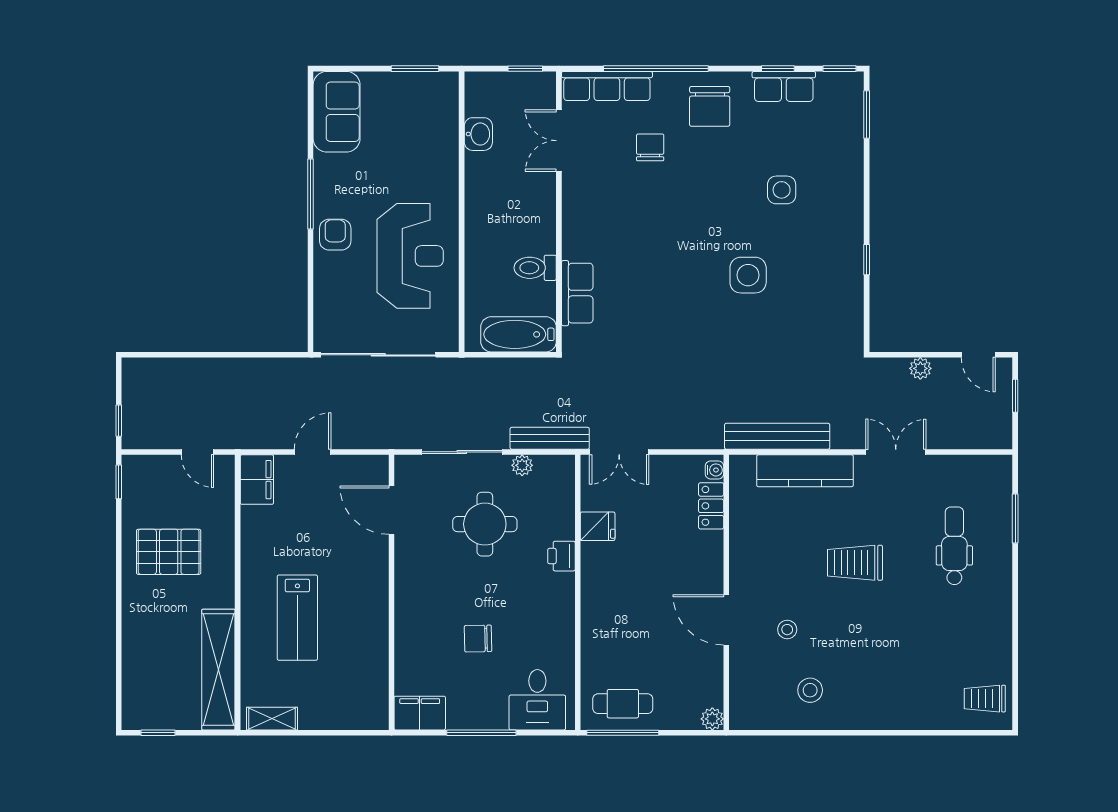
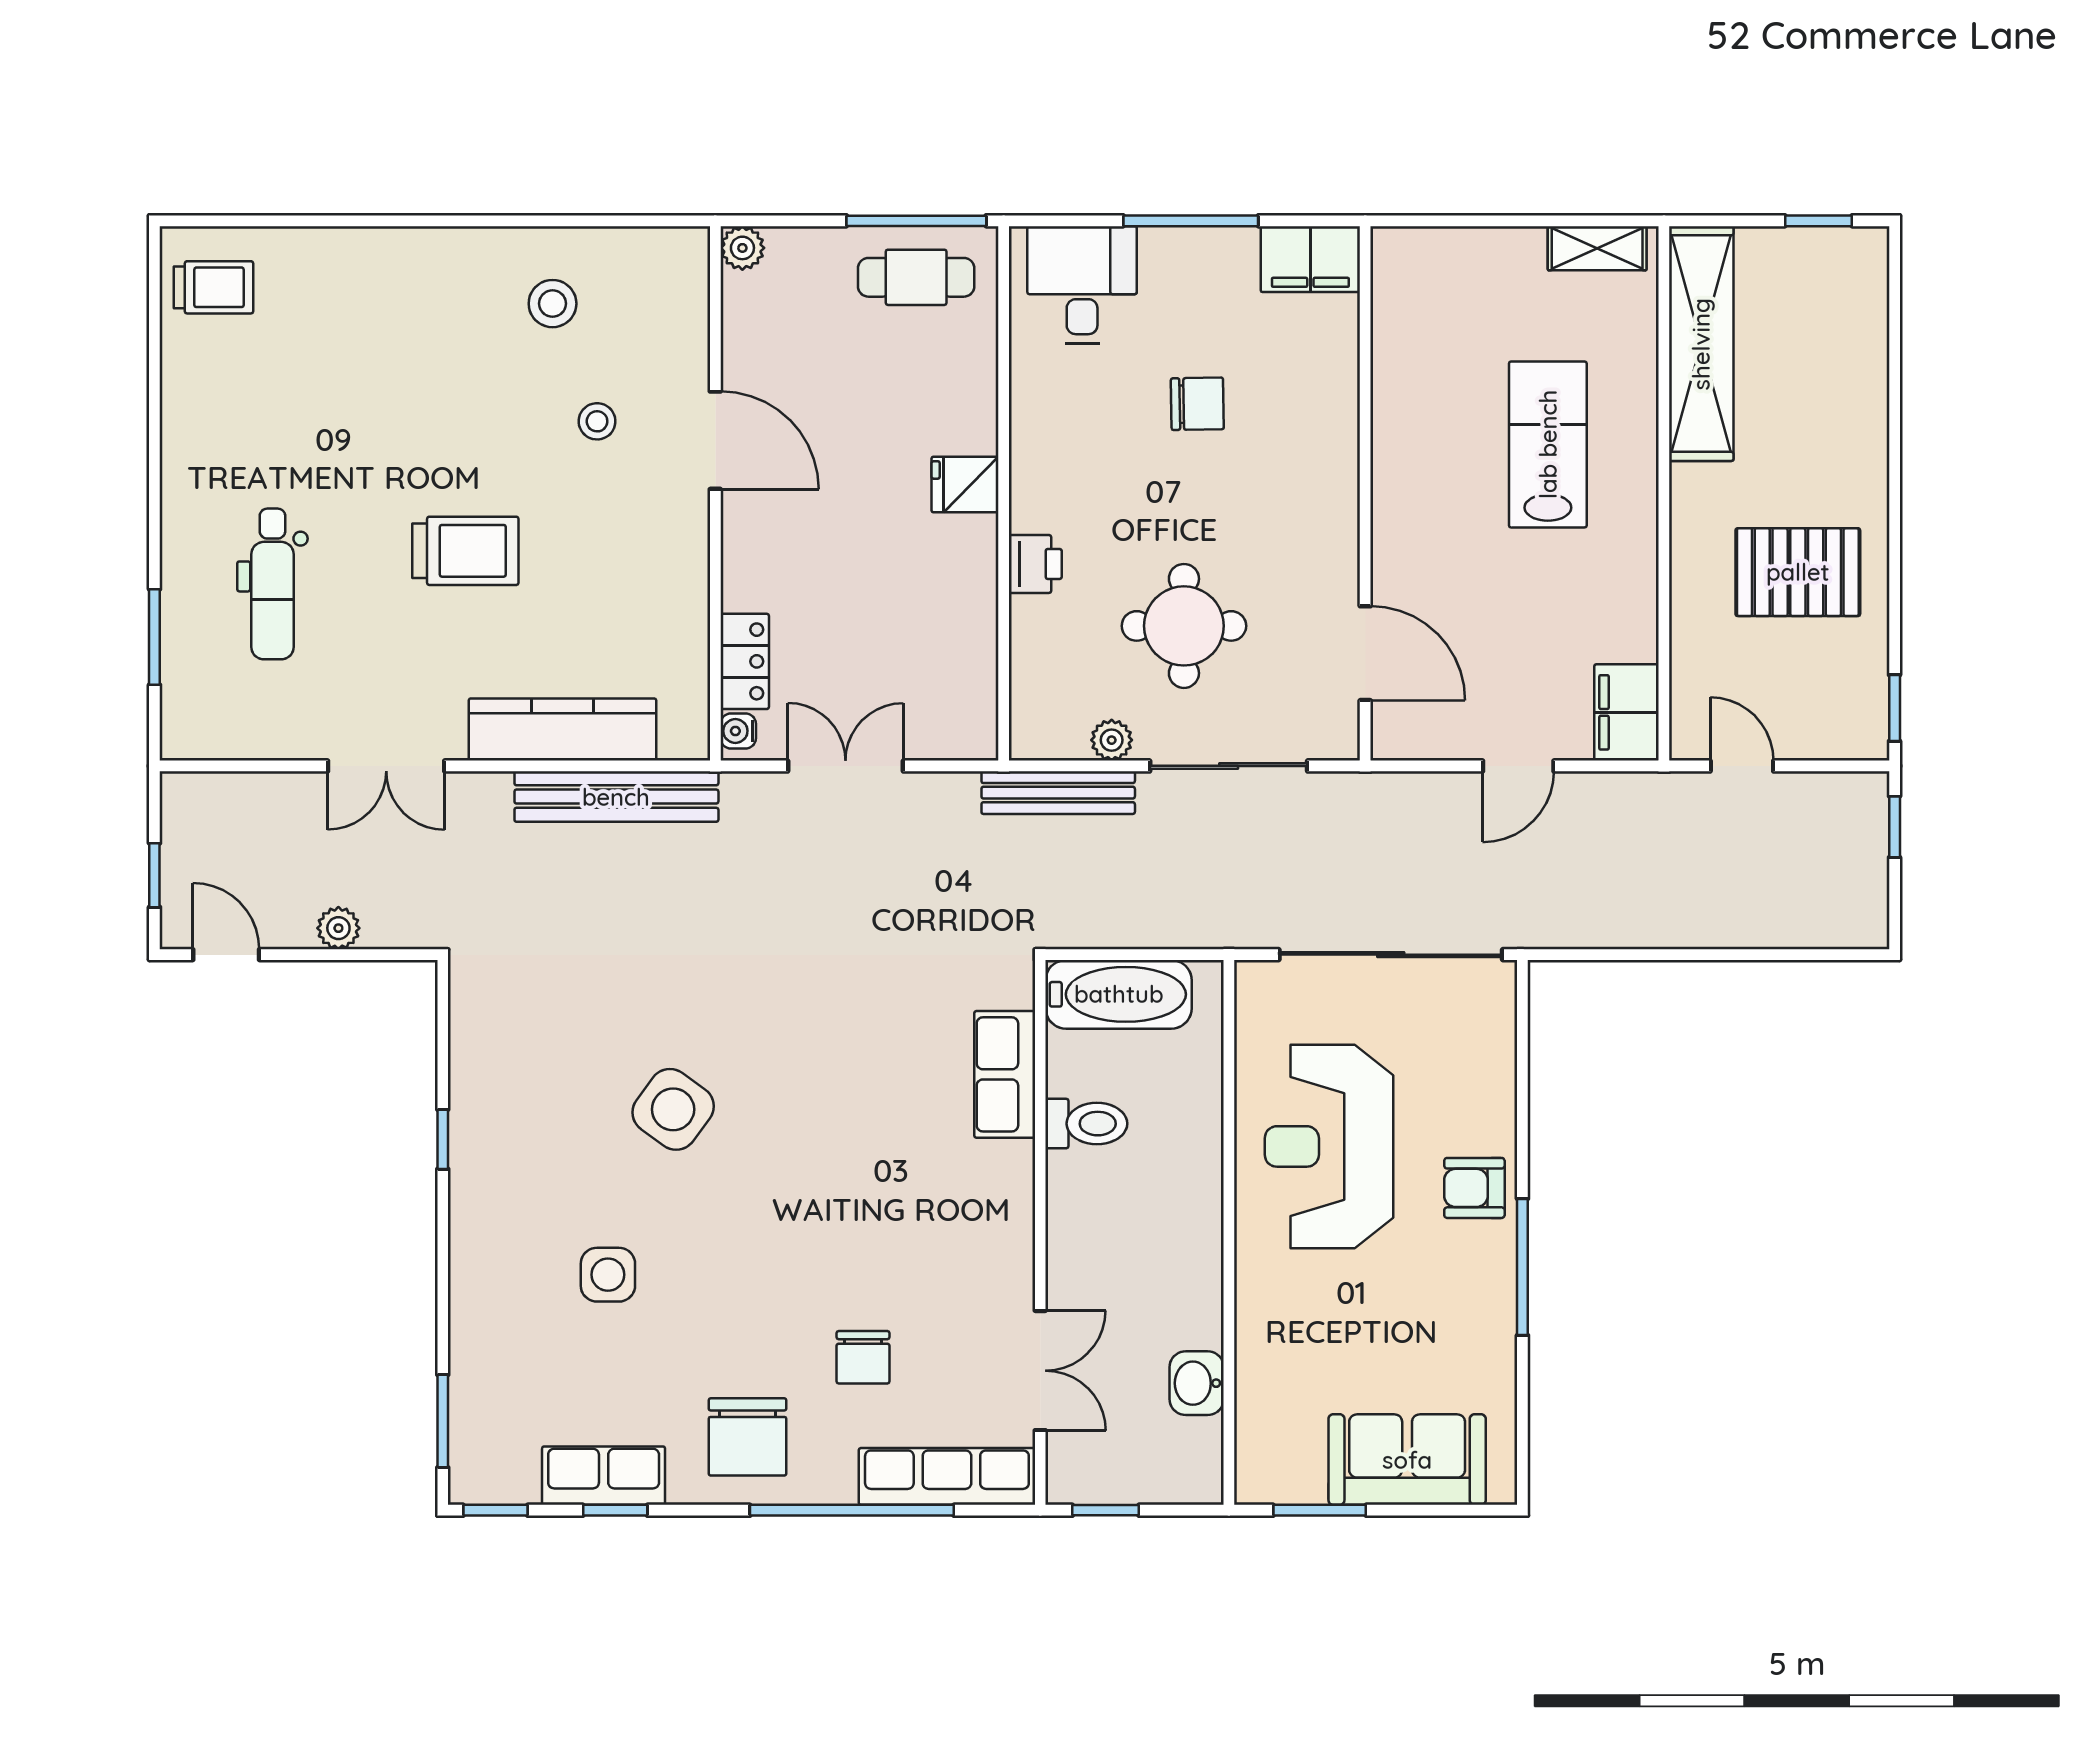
chair: (710, 106) -> (747, 1437), turned 180
sofa: (337, 112) -> (1407, 1460), moved, turned 90
armchair: (335, 235) -> (1474, 1188), turned 90
side table: (748, 275) -> (673, 1109), turned 36
double door: (619, 452) -> (846, 766), moved
fridge: (598, 526) -> (965, 485), moved

